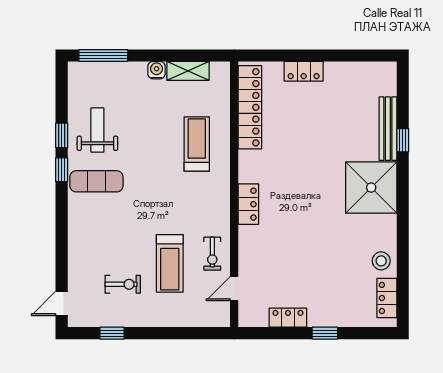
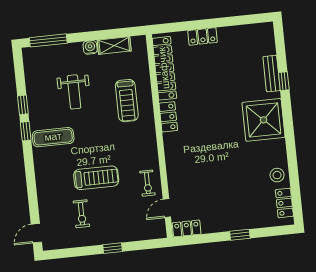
bench: (388, 129) -> (272, 74), width x0.73
weight bench: (97, 130) -> (74, 92), moved, turned 180
treadmill: (197, 144) -> (127, 101), turned 180
locker: (248, 204) -> (168, 117), moved
treadmill: (170, 263) -> (96, 178), moved, turned -90
exercise bike: (123, 284) -> (81, 214), turned 90
locker: (288, 318) -> (187, 228), moved
window: (112, 333) -> (113, 248), moved

